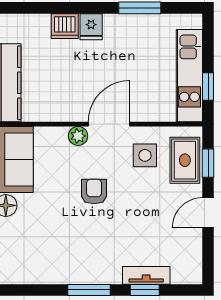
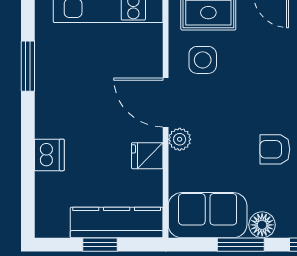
fridge: (91, 27) -> (147, 156), moved, turned 180
armchair: (94, 192) -> (275, 149), moved

